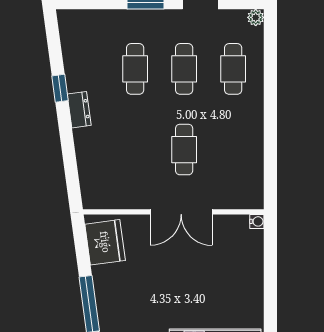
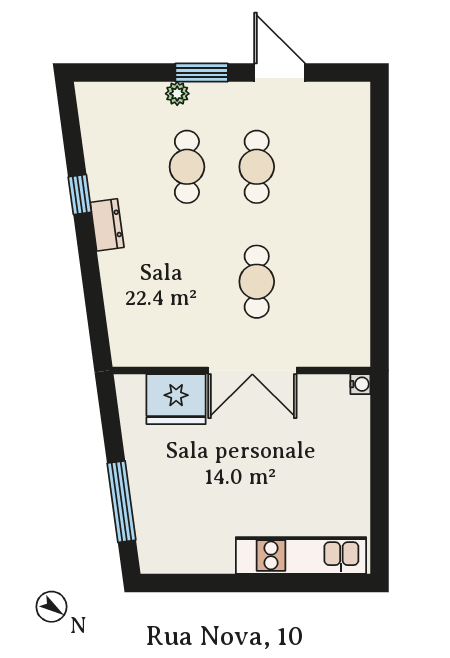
plant: (256, 17) -> (177, 94), moved
cafe table: (233, 69) -> (327, 167), removed
fridge: (105, 242) -> (176, 399), moved, turned 98

